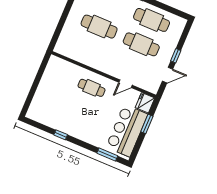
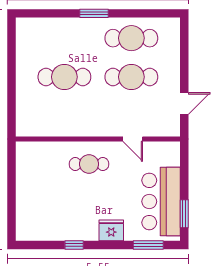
window: (176, 56) -> (184, 73), removed
door: (126, 84) -> (133, 139), hinge flipped
fridge: (145, 103) -> (111, 230), moved, turned 90
window: (147, 124) -> (184, 214), moved

